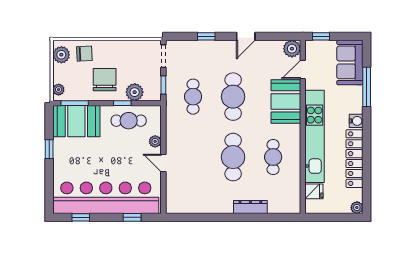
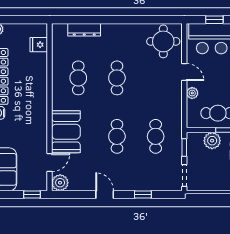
door: (246, 36) -> (105, 195), hinge flipped
cafe table: (233, 97) -> (117, 136), width x0.73, depth x0.74
kitchen unit: (315, 136) -> (38, 98), removed
cafe table: (233, 157) -> (117, 78), width x0.73, depth x0.74
round table: (185, 195) -> (163, 41), added
dresser: (250, 207) -> (84, 30), moved

